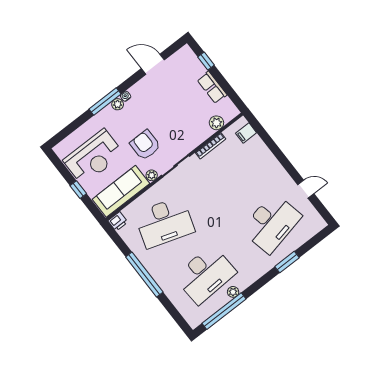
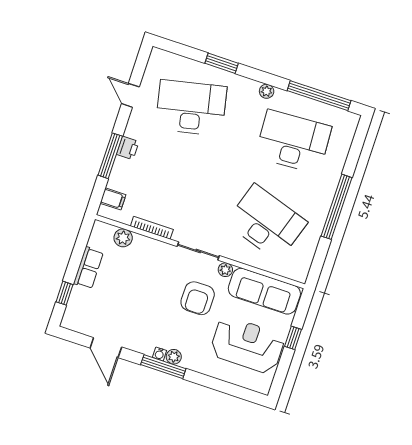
window: (105, 102) -> (163, 367), moved
window: (275, 150) -> (110, 156), added
printer: (118, 221) -> (128, 148), moved, turned 90
plant: (233, 292) -> (267, 91), moved

